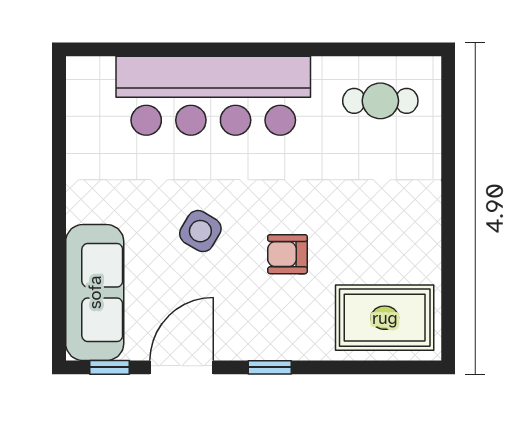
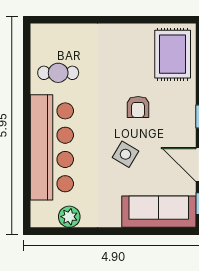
cafe table: (380, 101) -> (58, 73), moved, turned 90
plant: (85, 128) -> (69, 217), added

